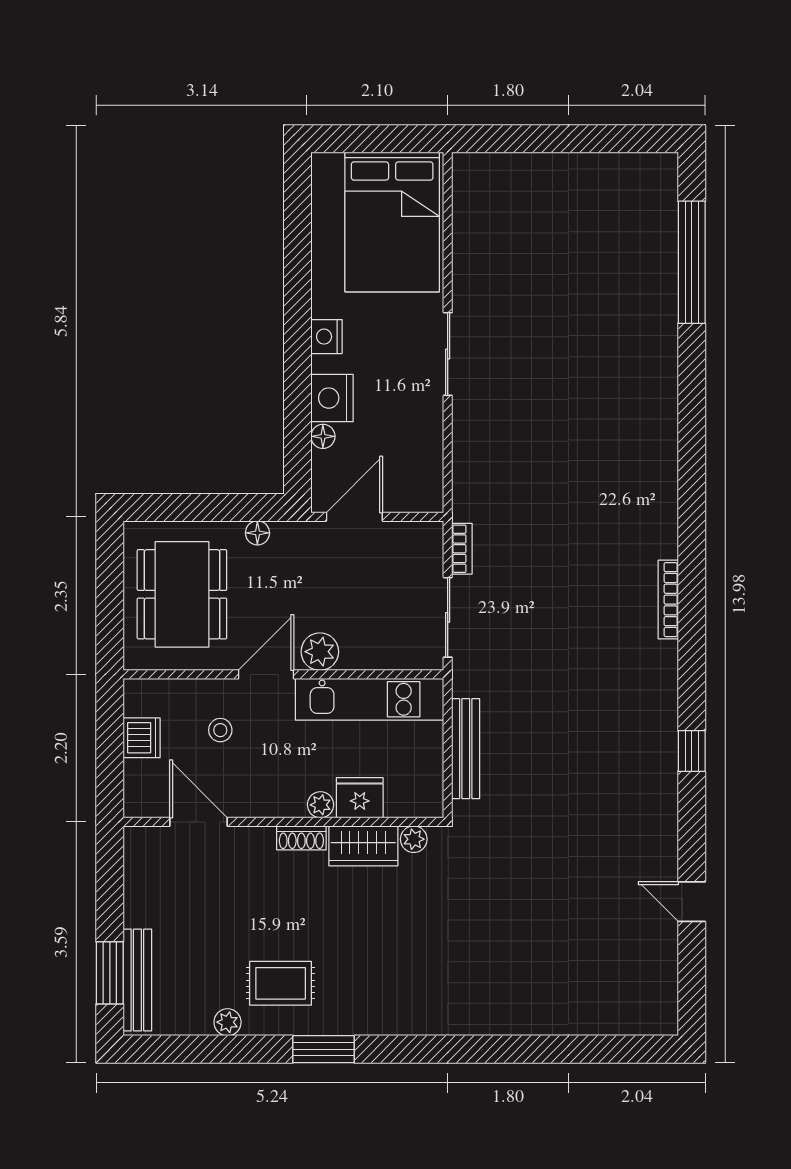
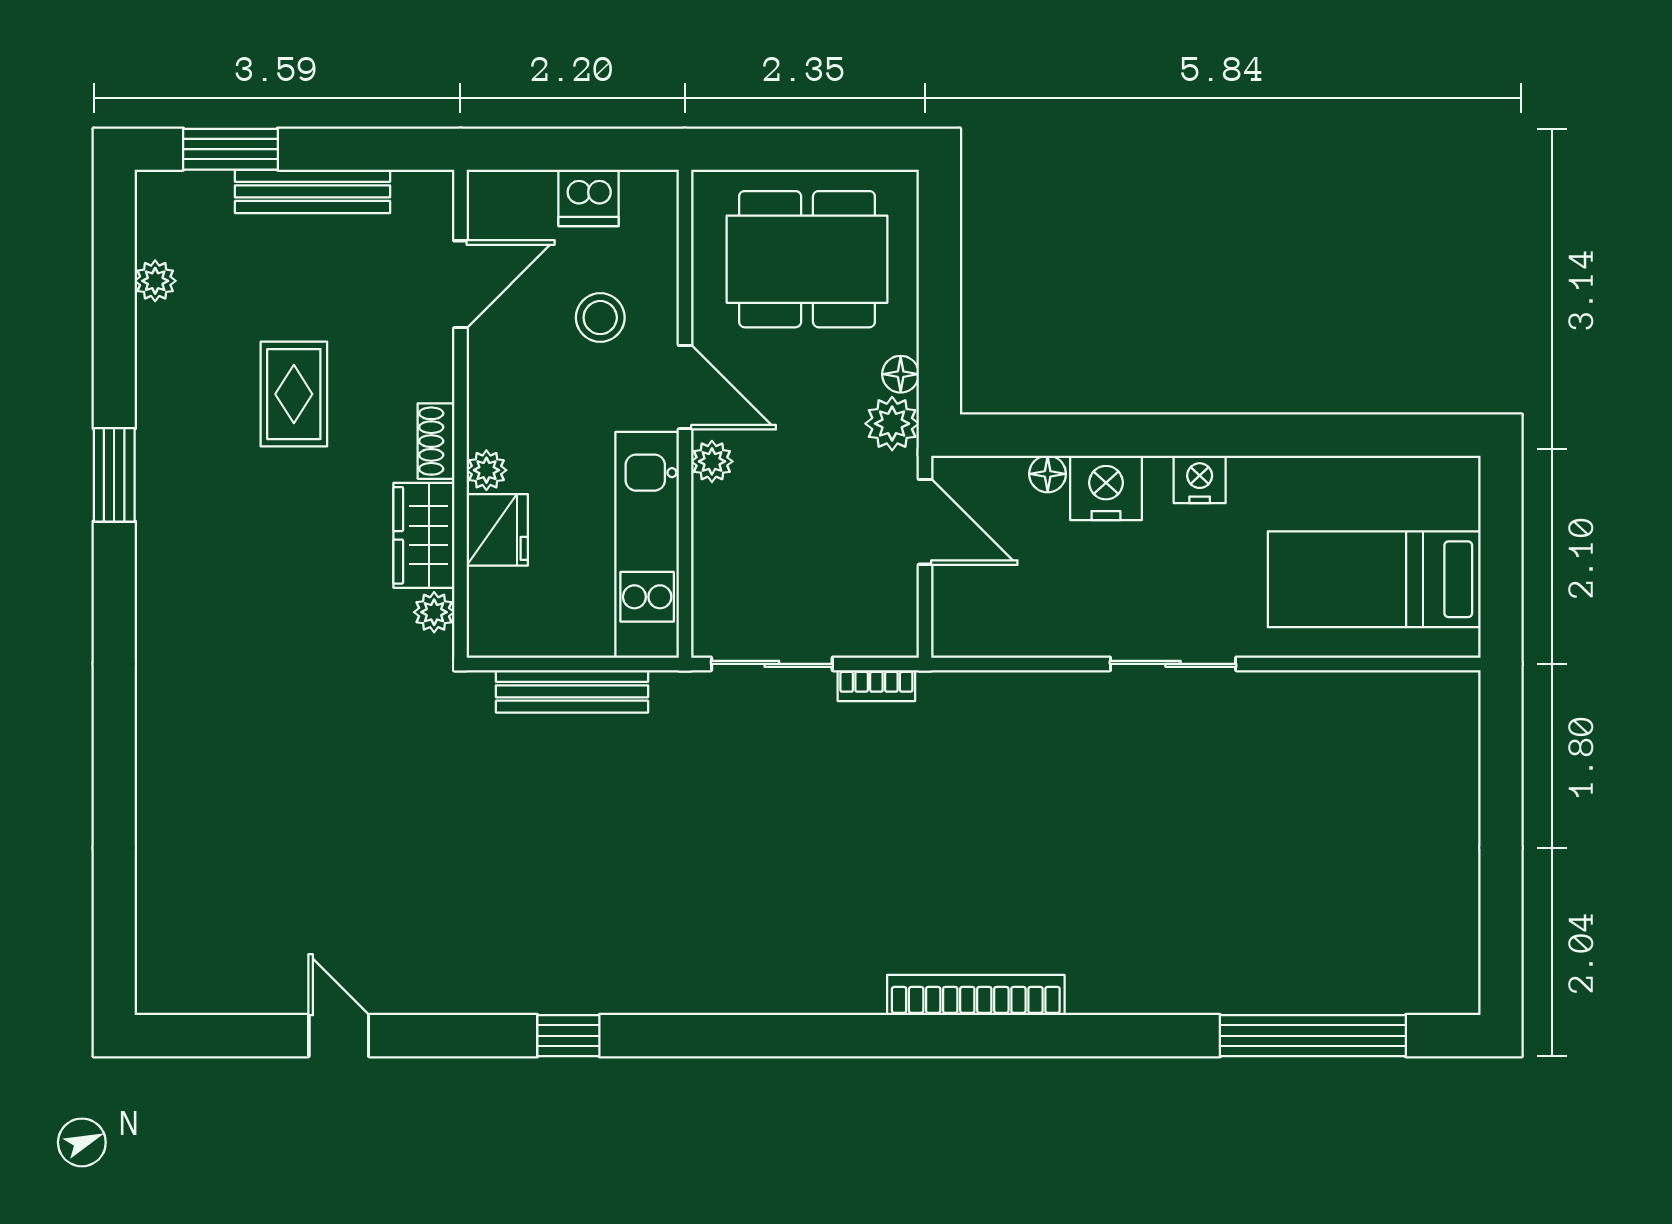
bed: (392, 222) -> (1374, 579), width x0.67
plant: (290, 538) -> (892, 424), added
bookcase: (668, 600) -> (976, 995), moved, width x1.48, depth x1.31
plant: (320, 652) -> (712, 461), width x0.73, depth x0.73
stool: (220, 730) -> (600, 318), width x1.37, depth x1.37
door: (692, 902) -> (339, 1036), hinge flipped
bench: (137, 980) -> (313, 191), moved
rug: (281, 983) -> (294, 394), moved
plant: (228, 1022) -> (155, 281), moved

